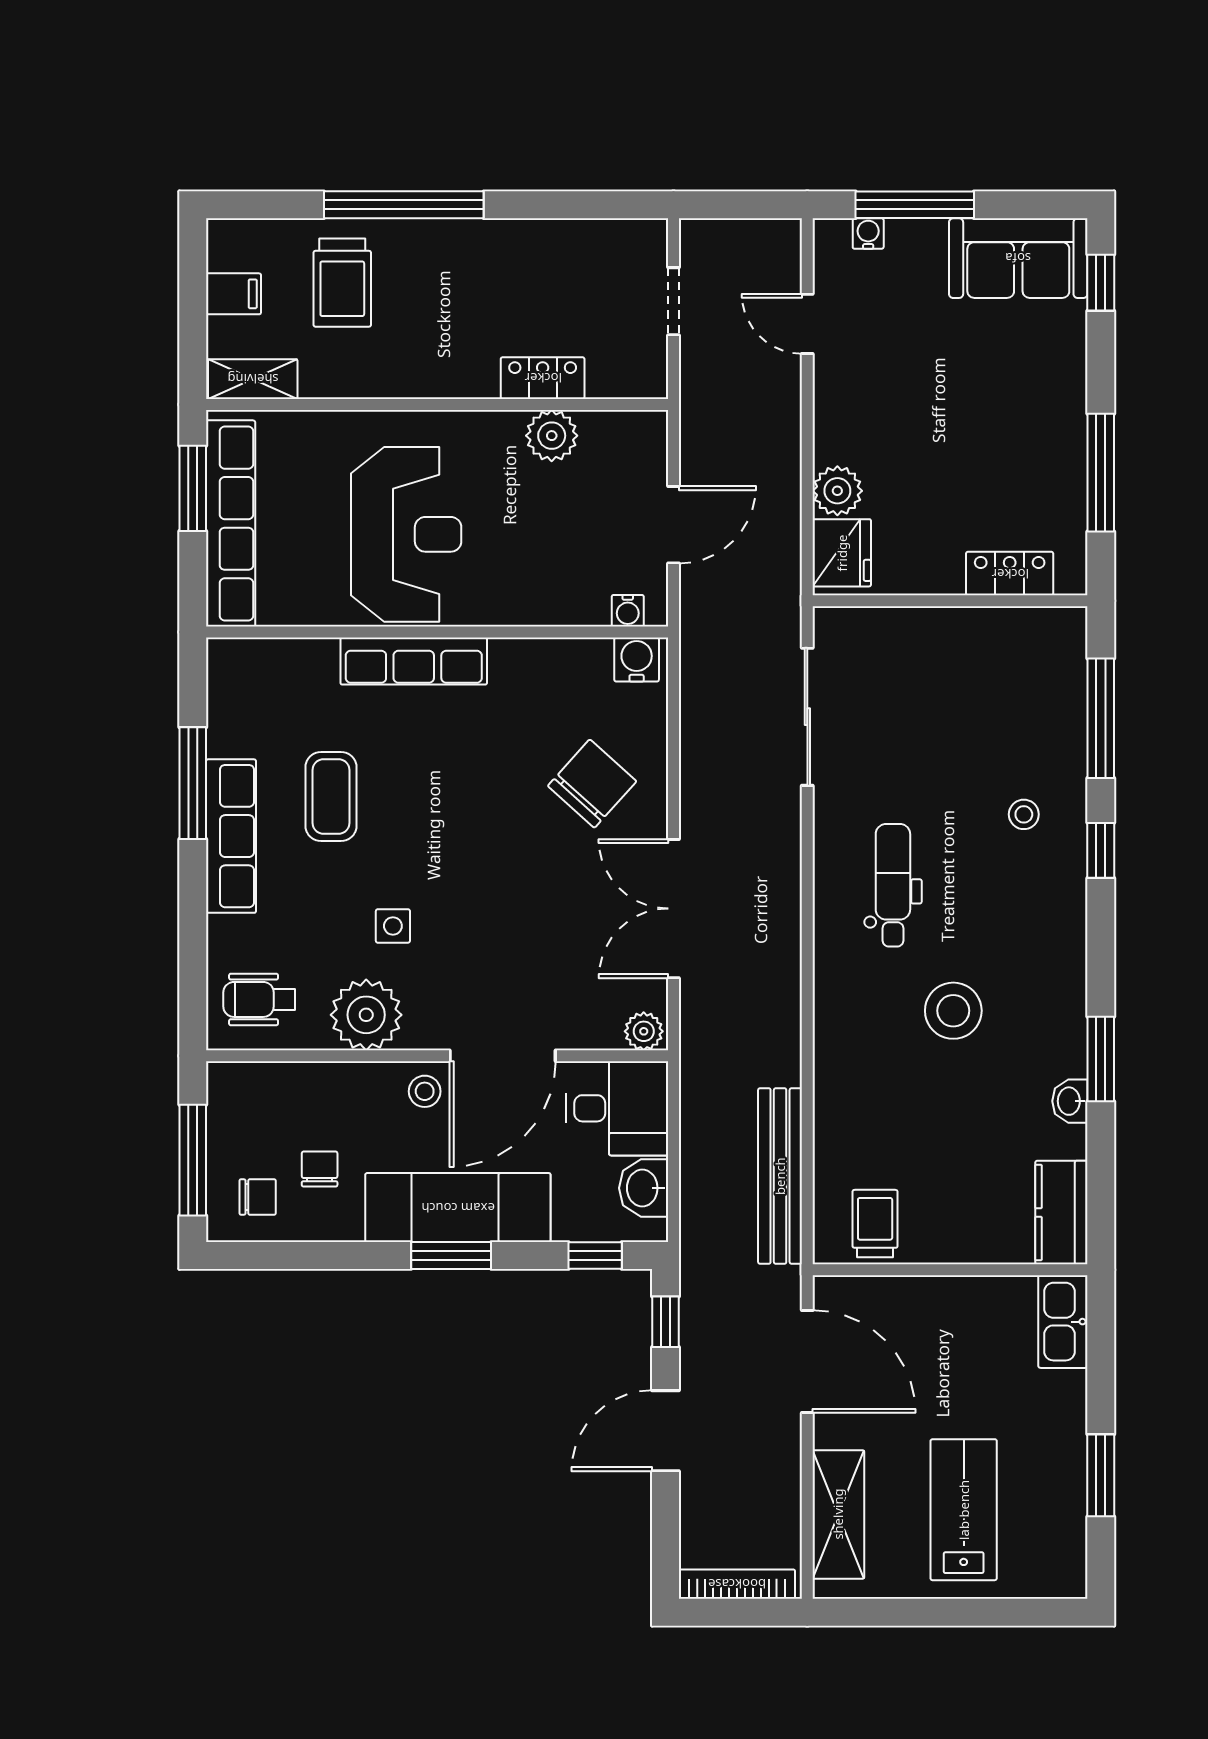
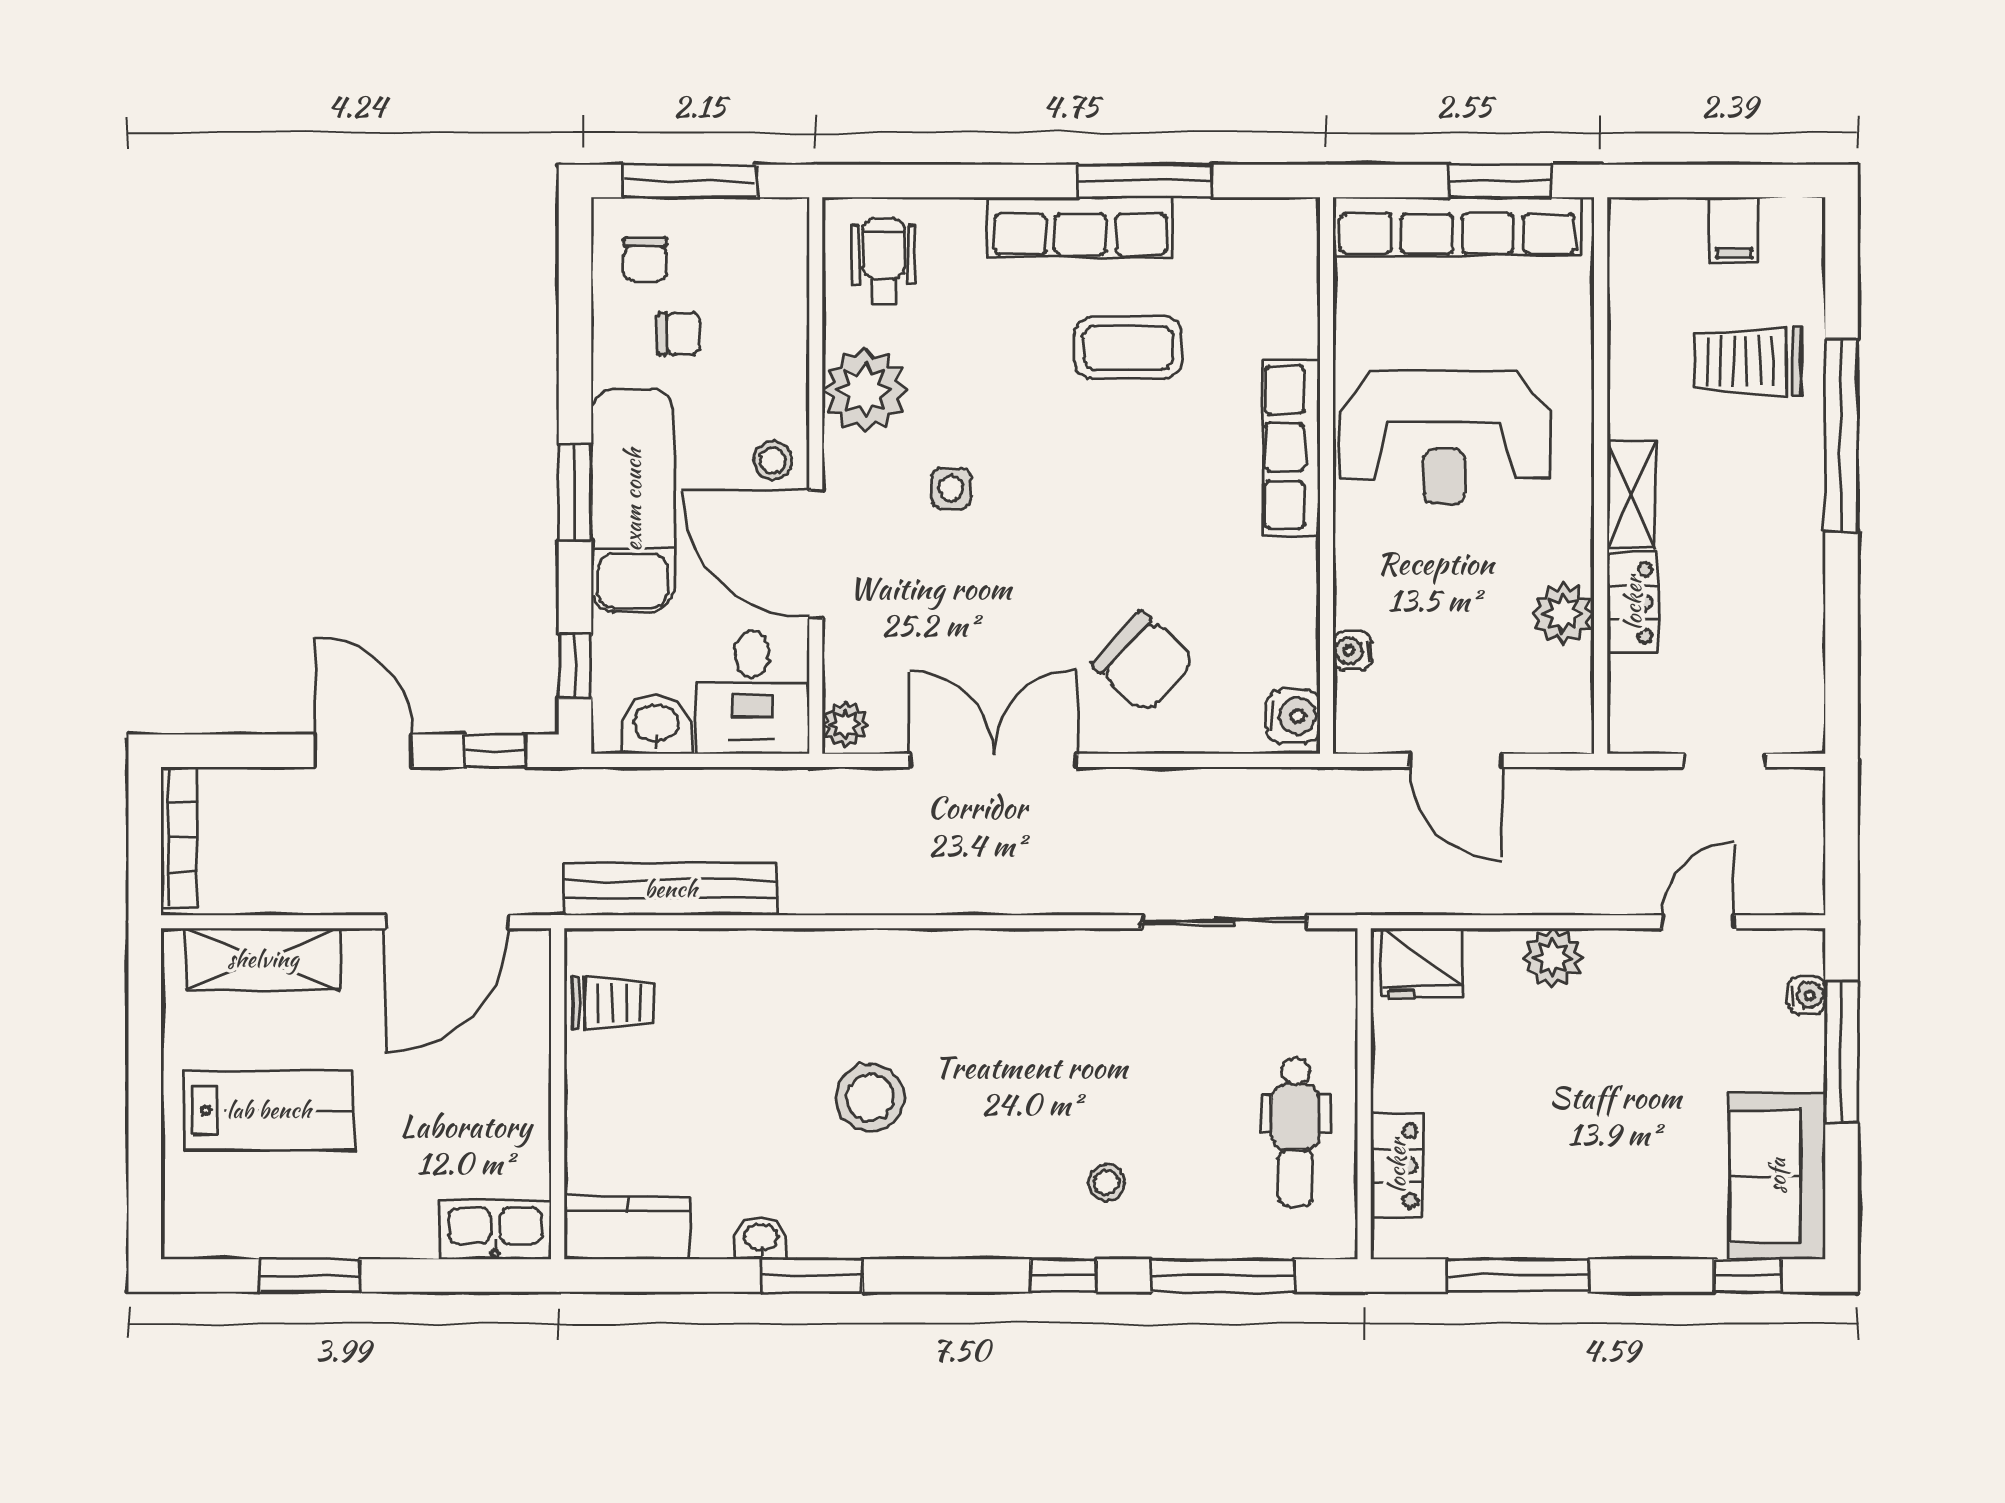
shelving: (253, 379) -> (1631, 494), moved
plant: (837, 491) -> (1553, 958), moved
water cooler: (628, 611) -> (1352, 651), moved
dental chair: (893, 885) -> (1296, 1132), moved, turned 90
side table: (393, 926) -> (951, 488), moved

